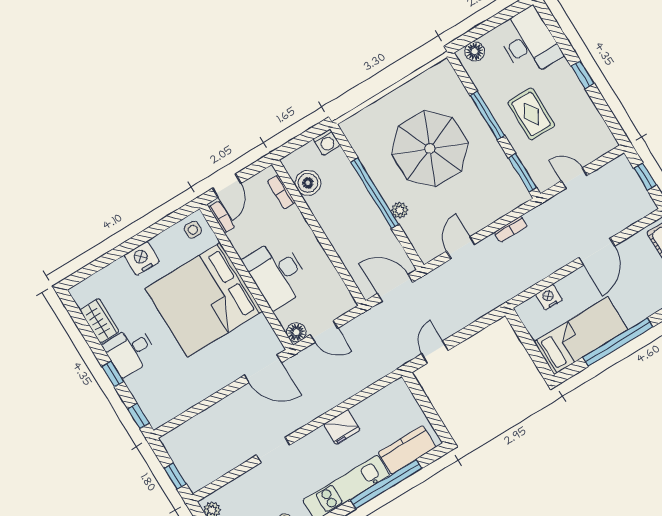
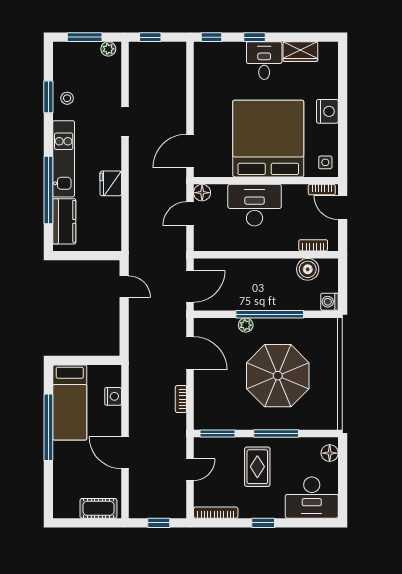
rug: (531, 114) -> (257, 467), turned 90
bookcase: (601, 127) -> (216, 513), added
door: (461, 248) -> (190, 353), width x1.38

